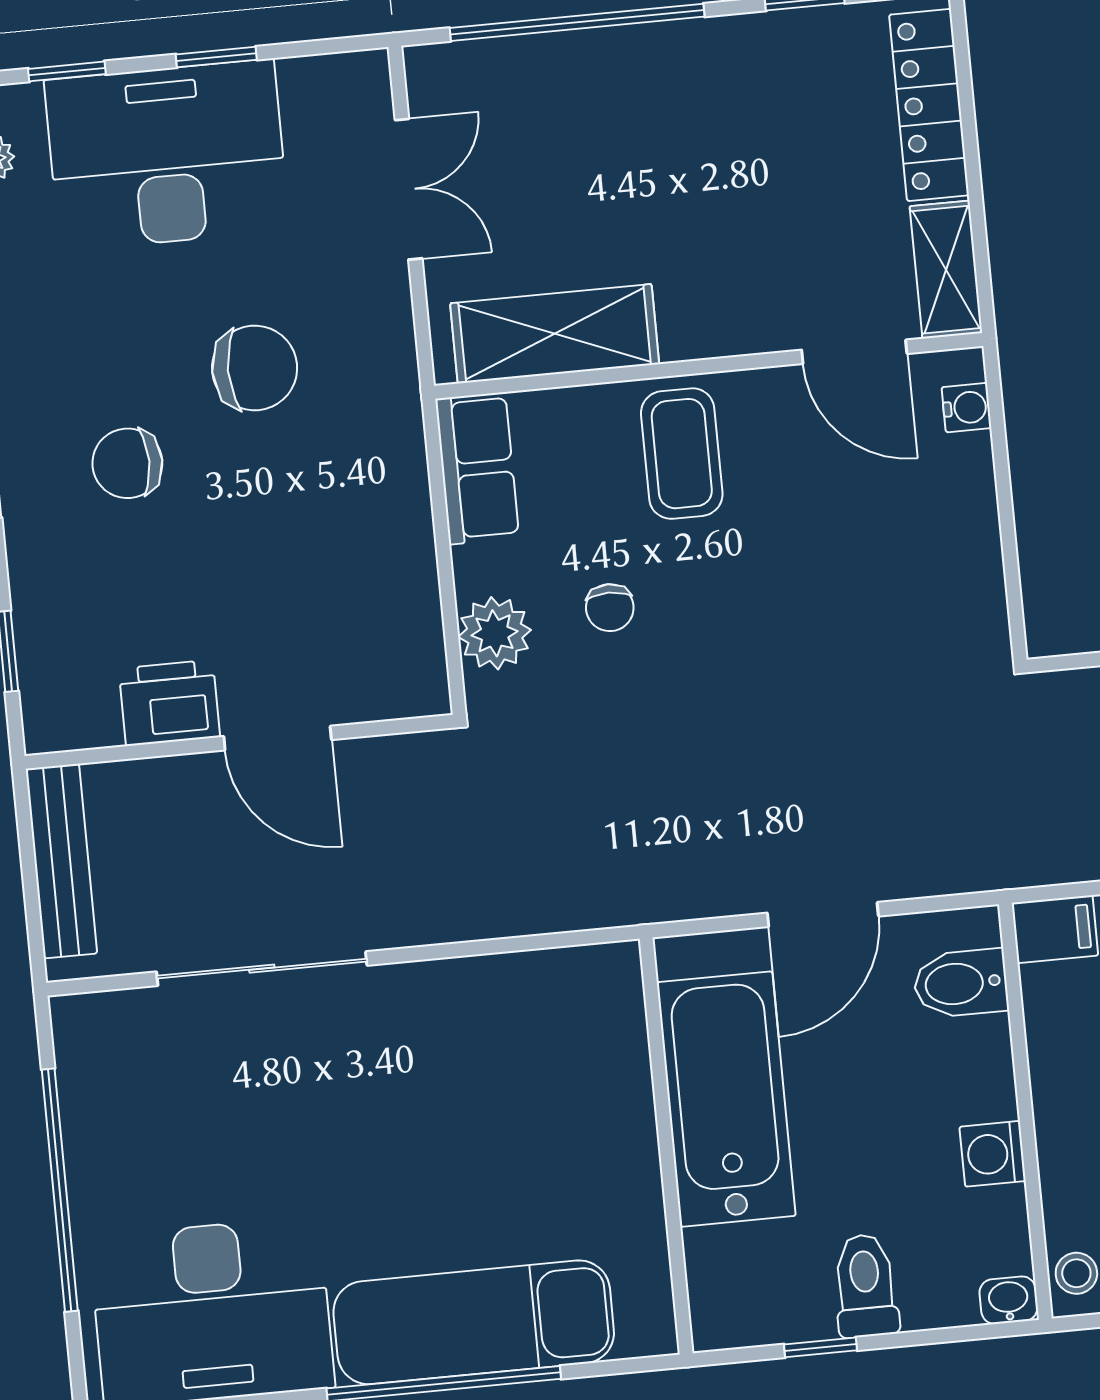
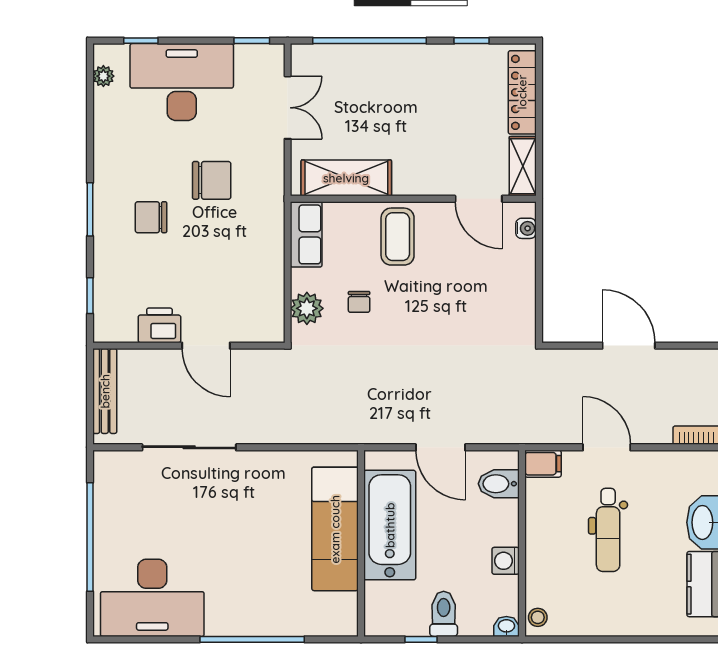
window: (216, 57) -> (252, 41), moved
door: (823, 915) -> (441, 447), hinge flipped
exam couch: (474, 1322) -> (335, 529), moved, turned -90

